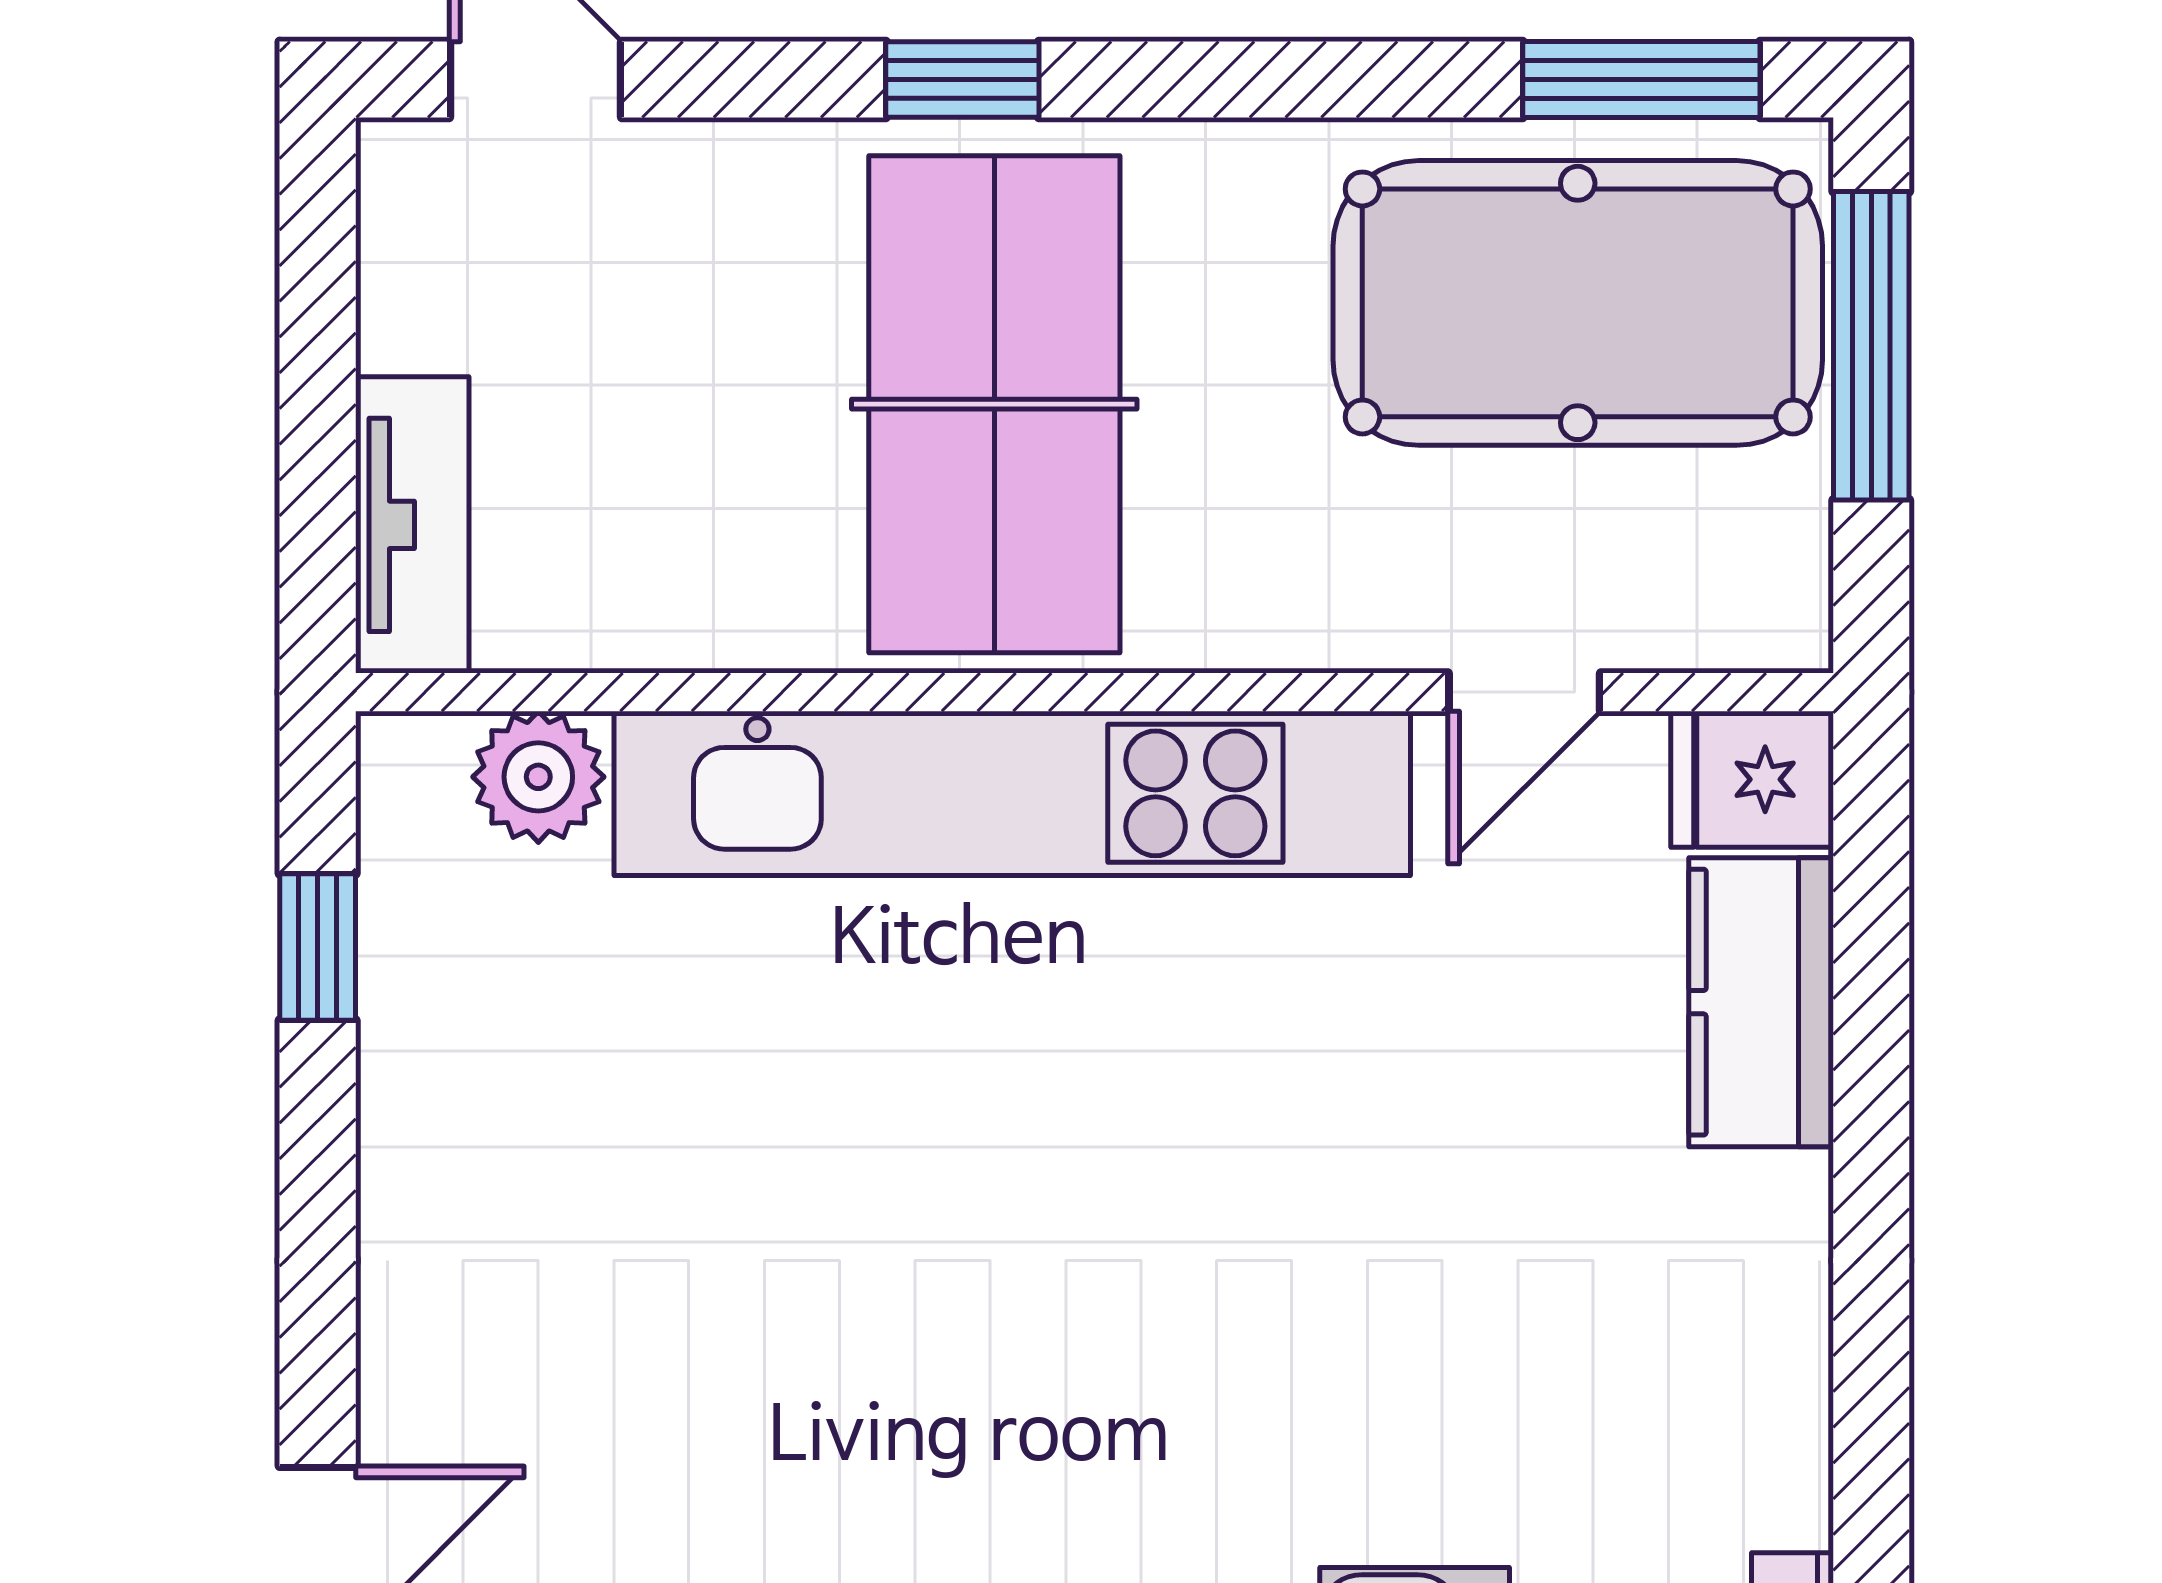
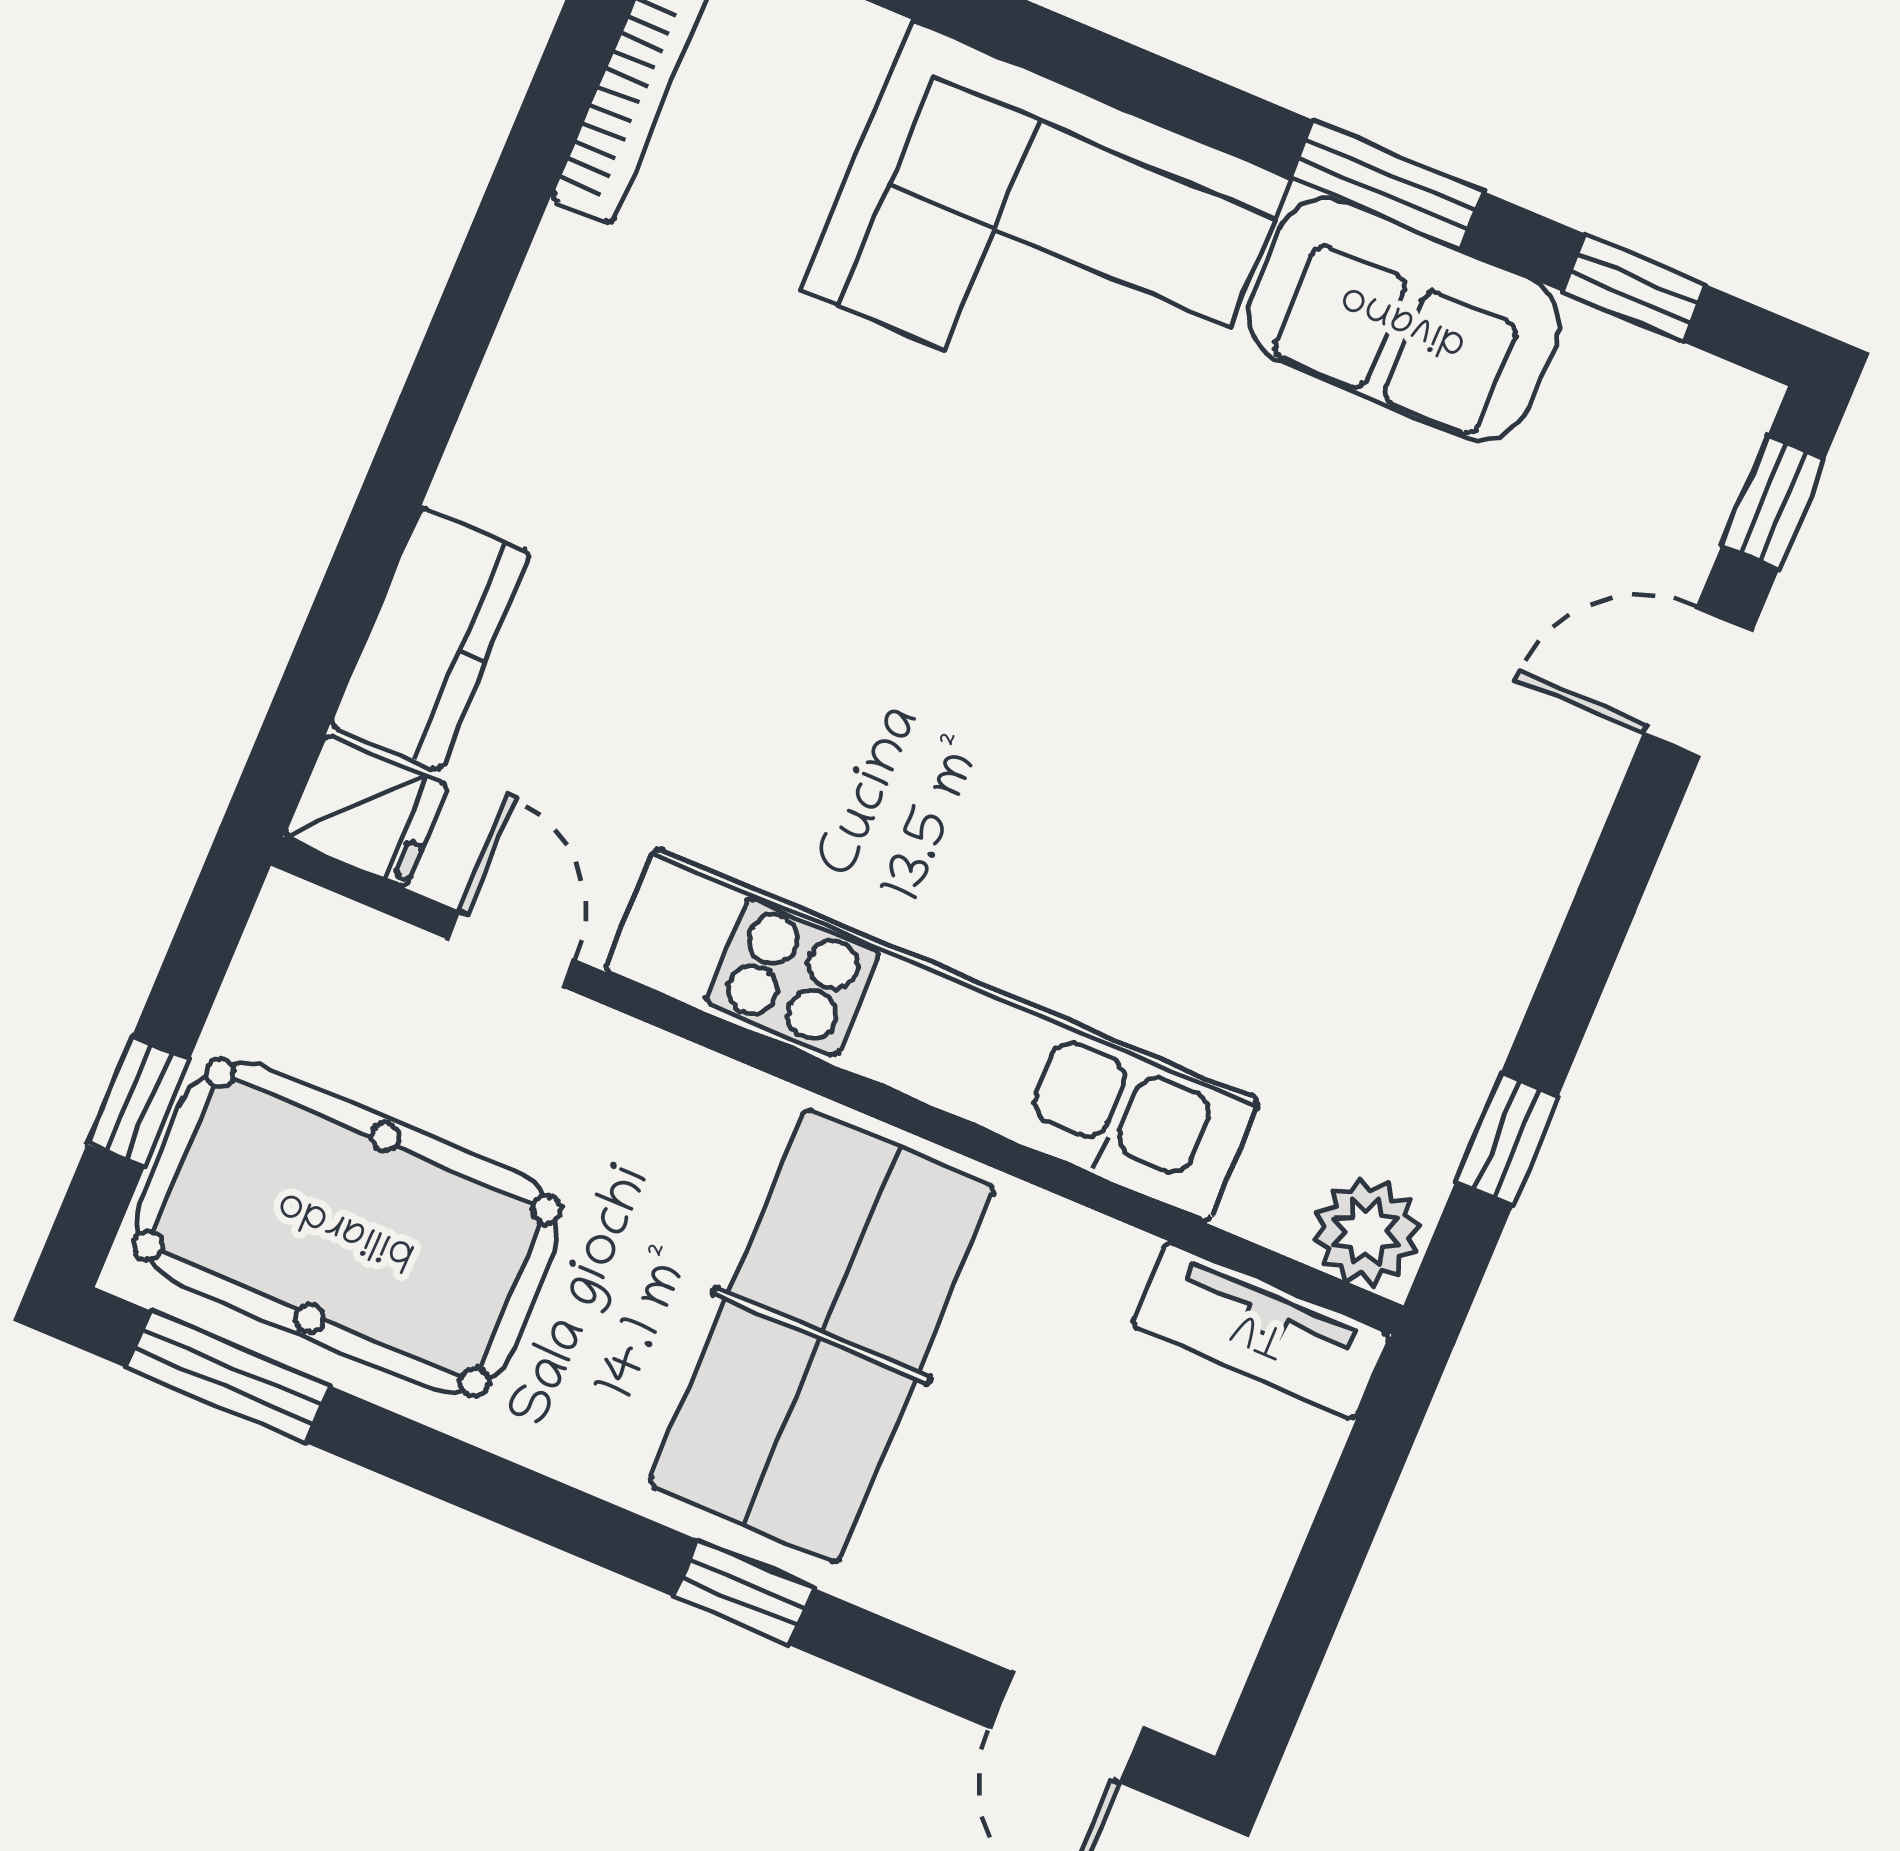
window: (1871, 346) -> (138, 1102), width x0.46
tv unit: (412, 525) -> (1261, 1330), moved, turned -90
door: (1524, 692) -> (511, 949), hinge flipped
plant: (538, 777) -> (1367, 1232), moved

